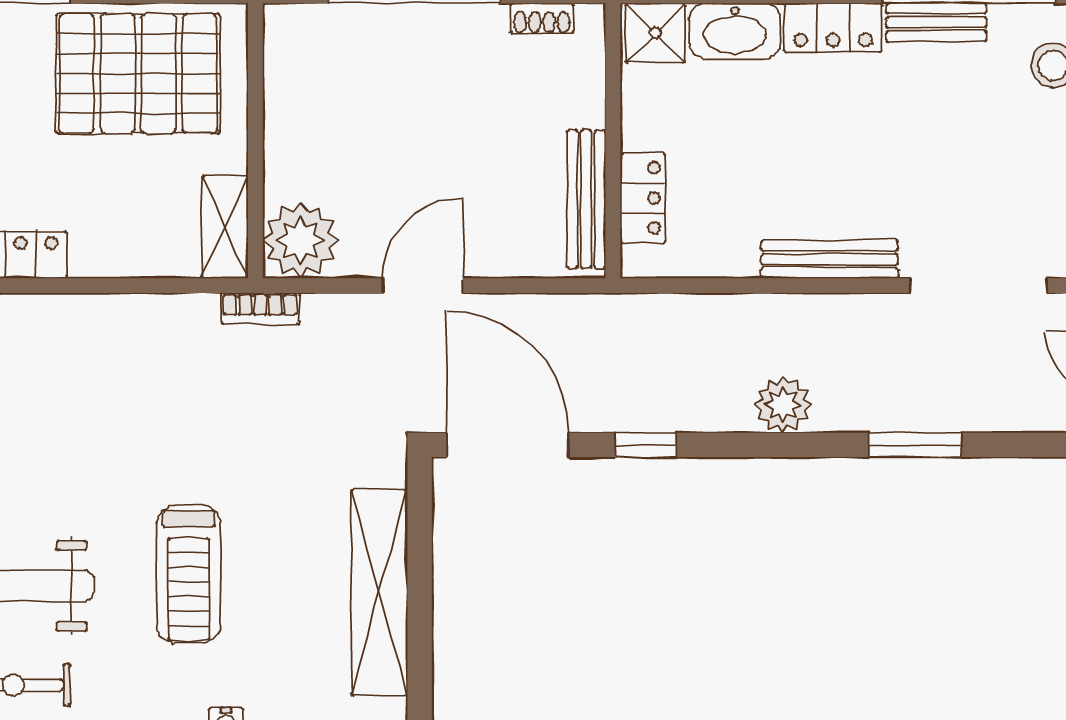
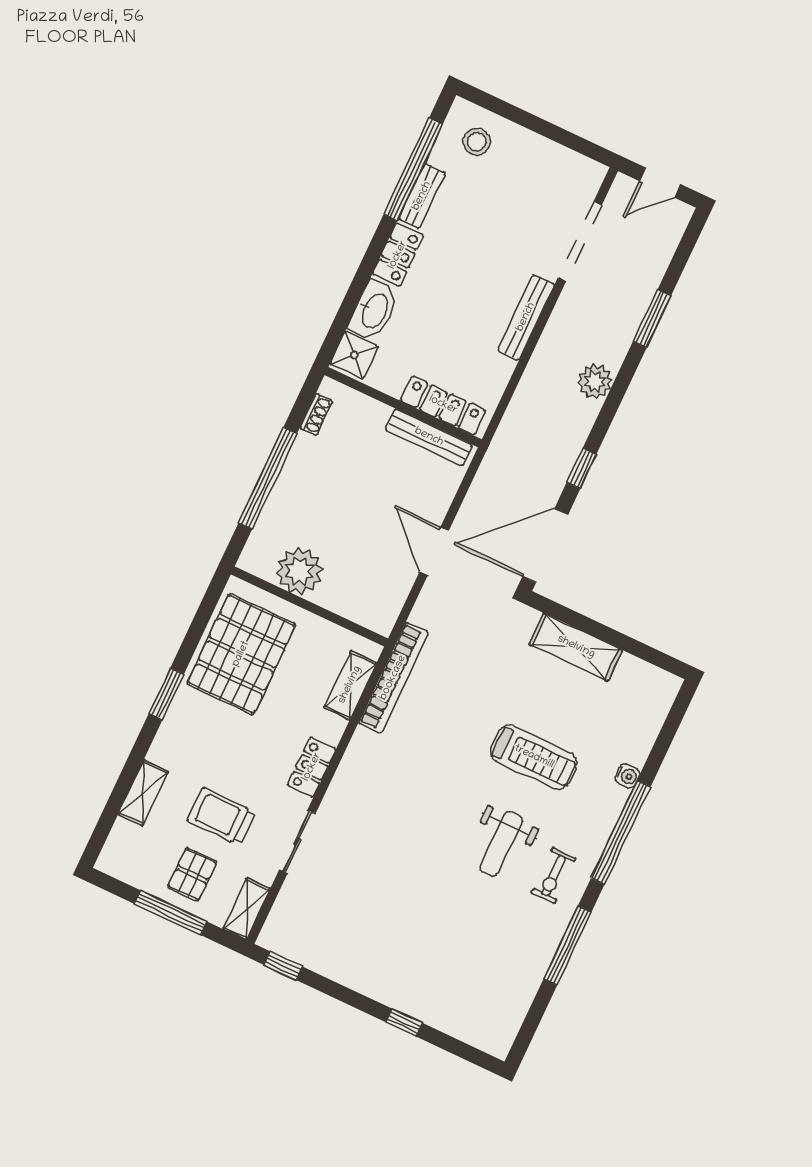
locker: (643, 198) -> (443, 405), width x1.53
shelving: (225, 227) -> (350, 685), moved, turned 90
plant: (301, 240) -> (300, 571), moved
bookcase: (260, 308) -> (393, 678), width x2.31, depth x1.31
shelving: (379, 593) -> (576, 647), width x0.68

